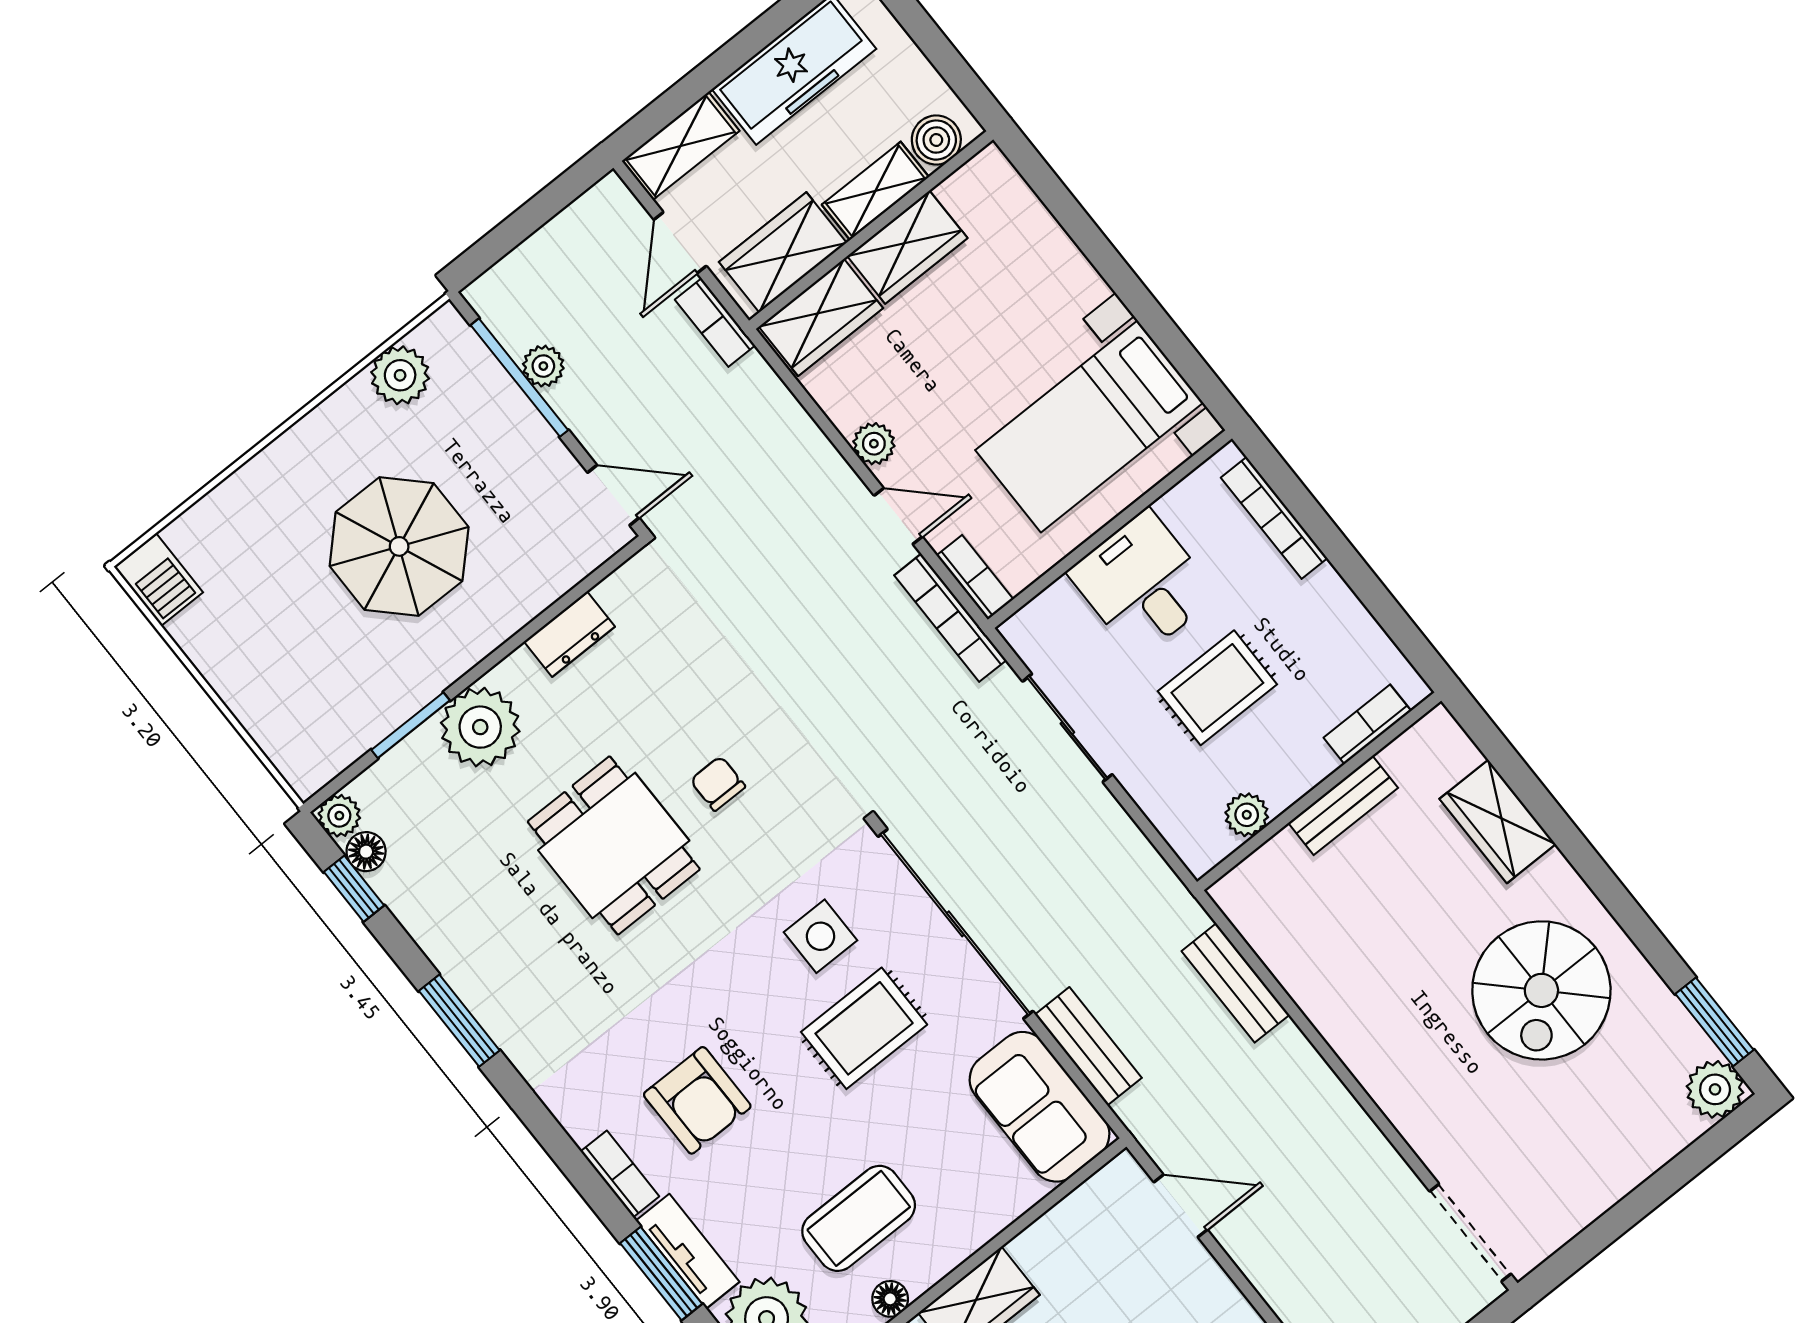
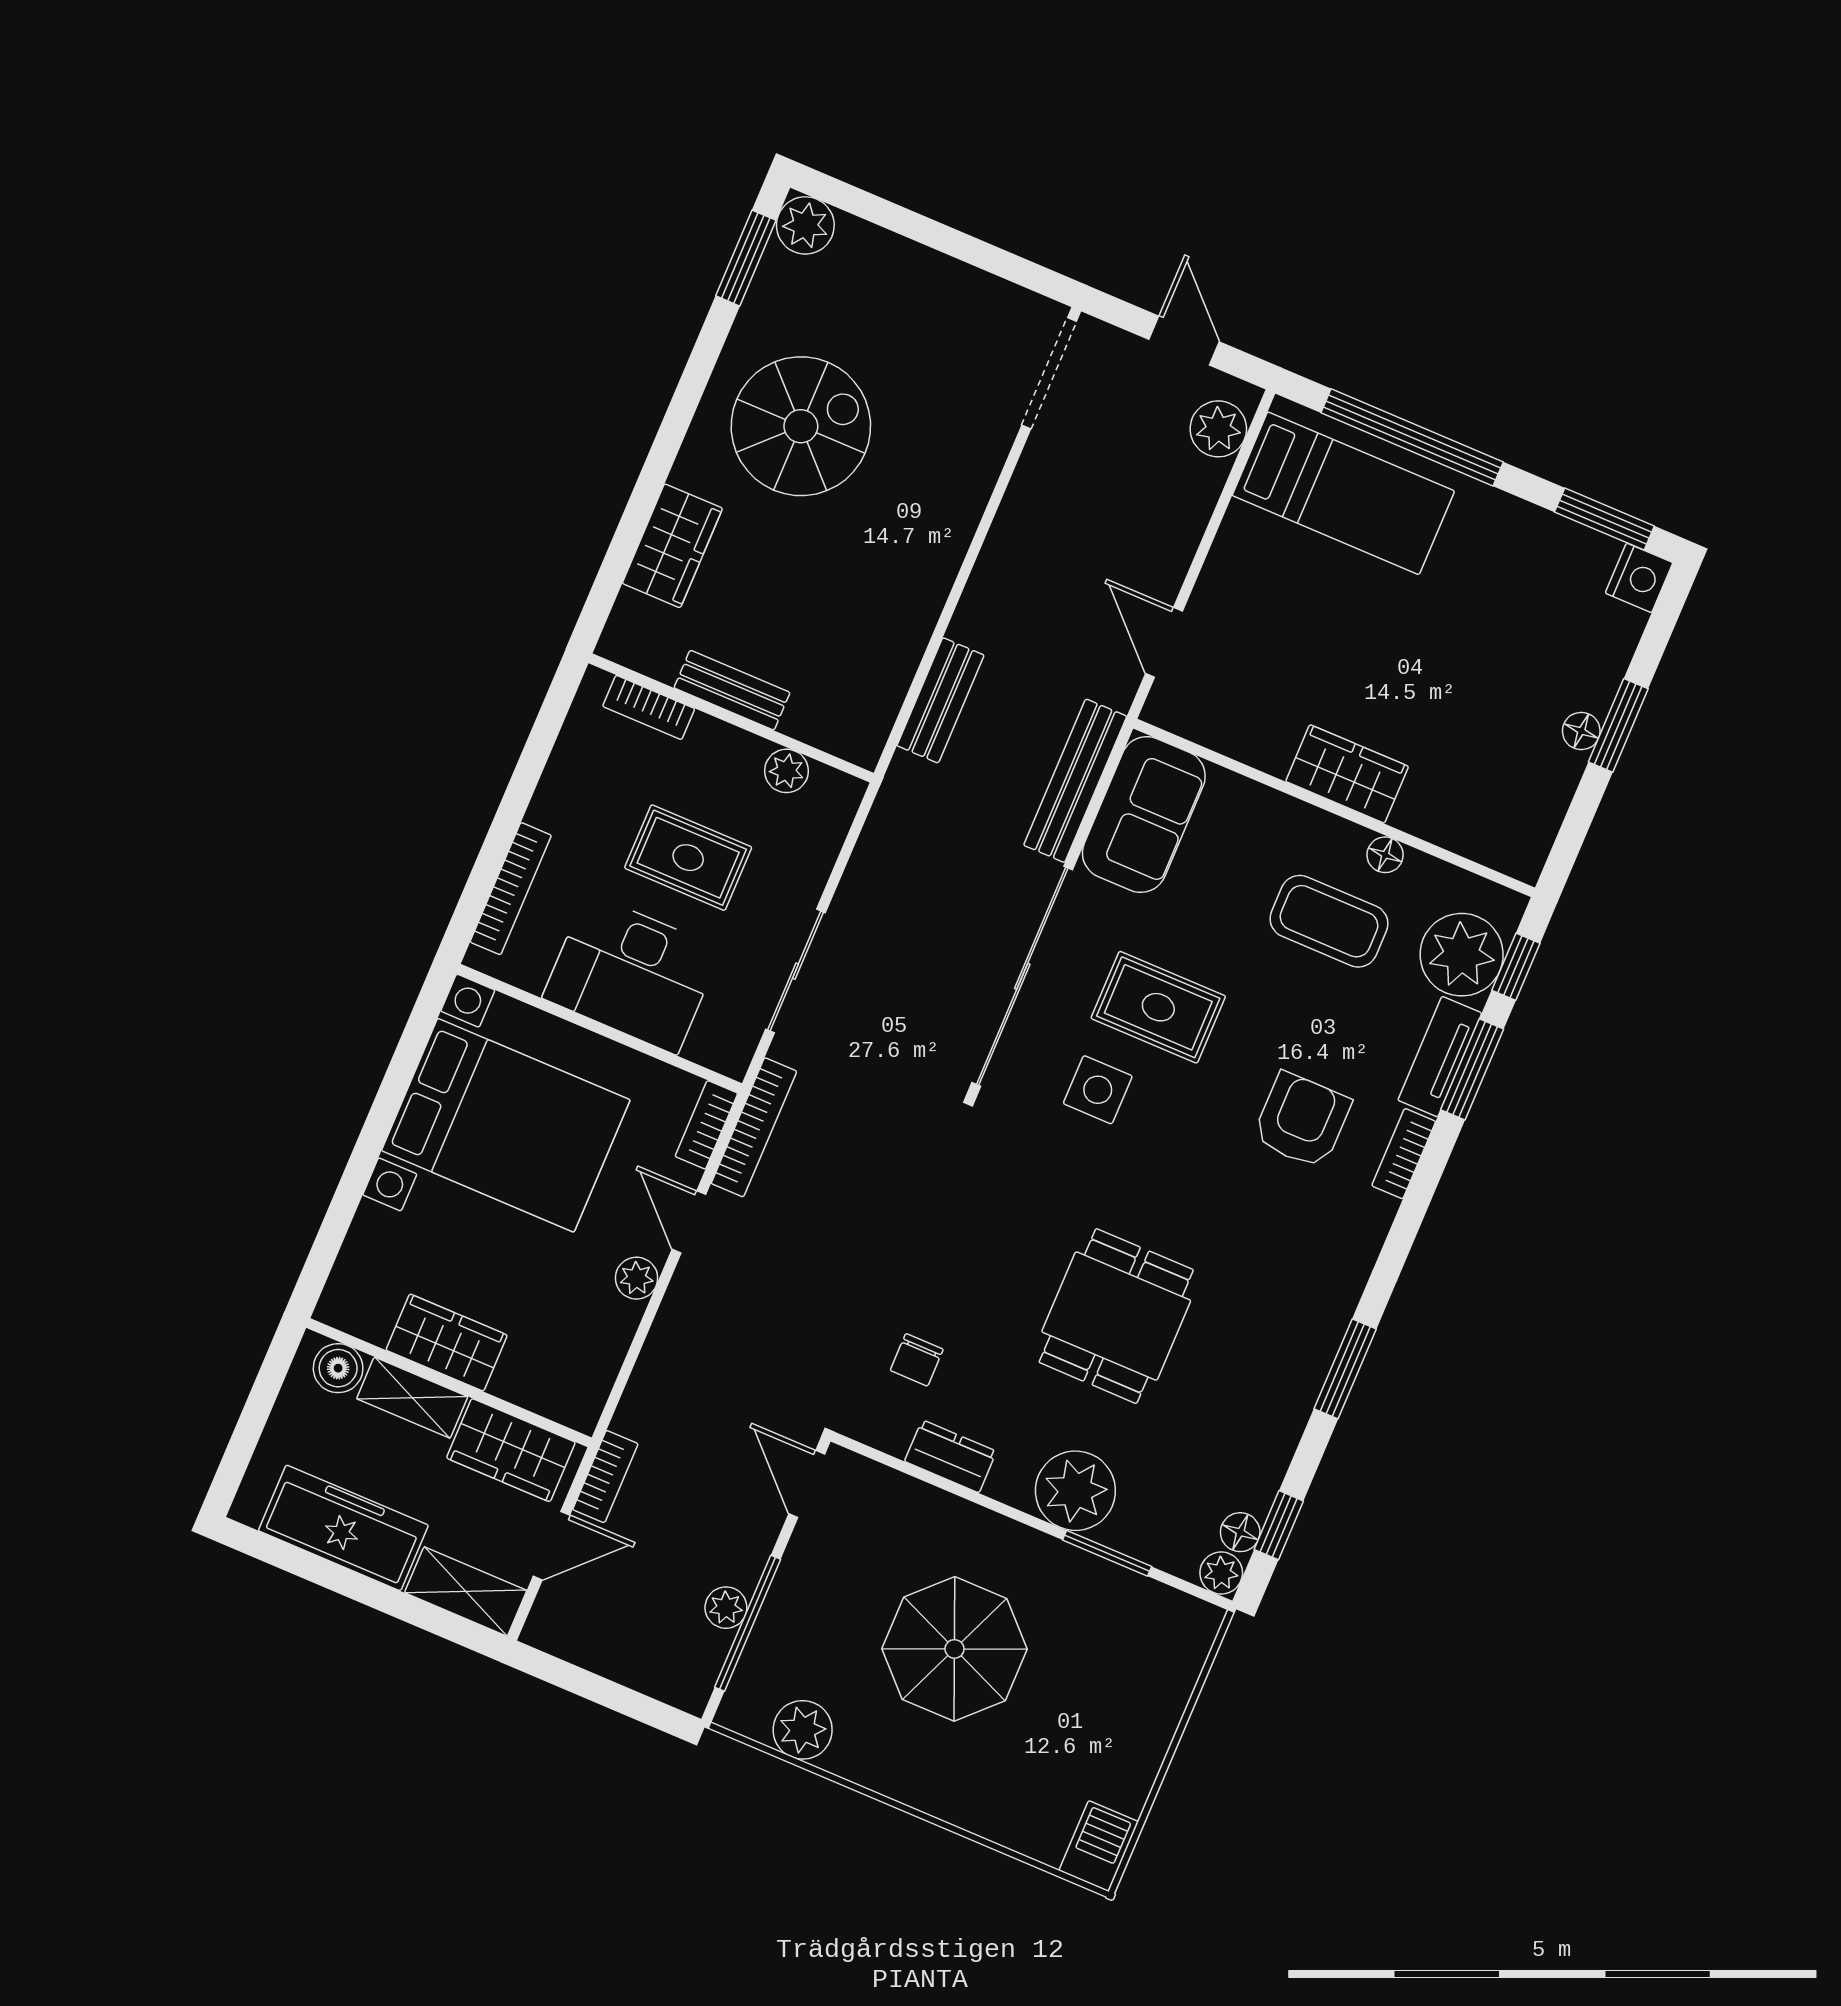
wardrobe: (821, 317) -> (550, 1385), removed
bed with nightstands: (1089, 426) -> (506, 1125), width x1.36
desk: (1142, 584) -> (632, 974), width x1.37
chair: (718, 783) -> (917, 1360), moved
bench: (1088, 1046) -> (1075, 781), width x1.36

